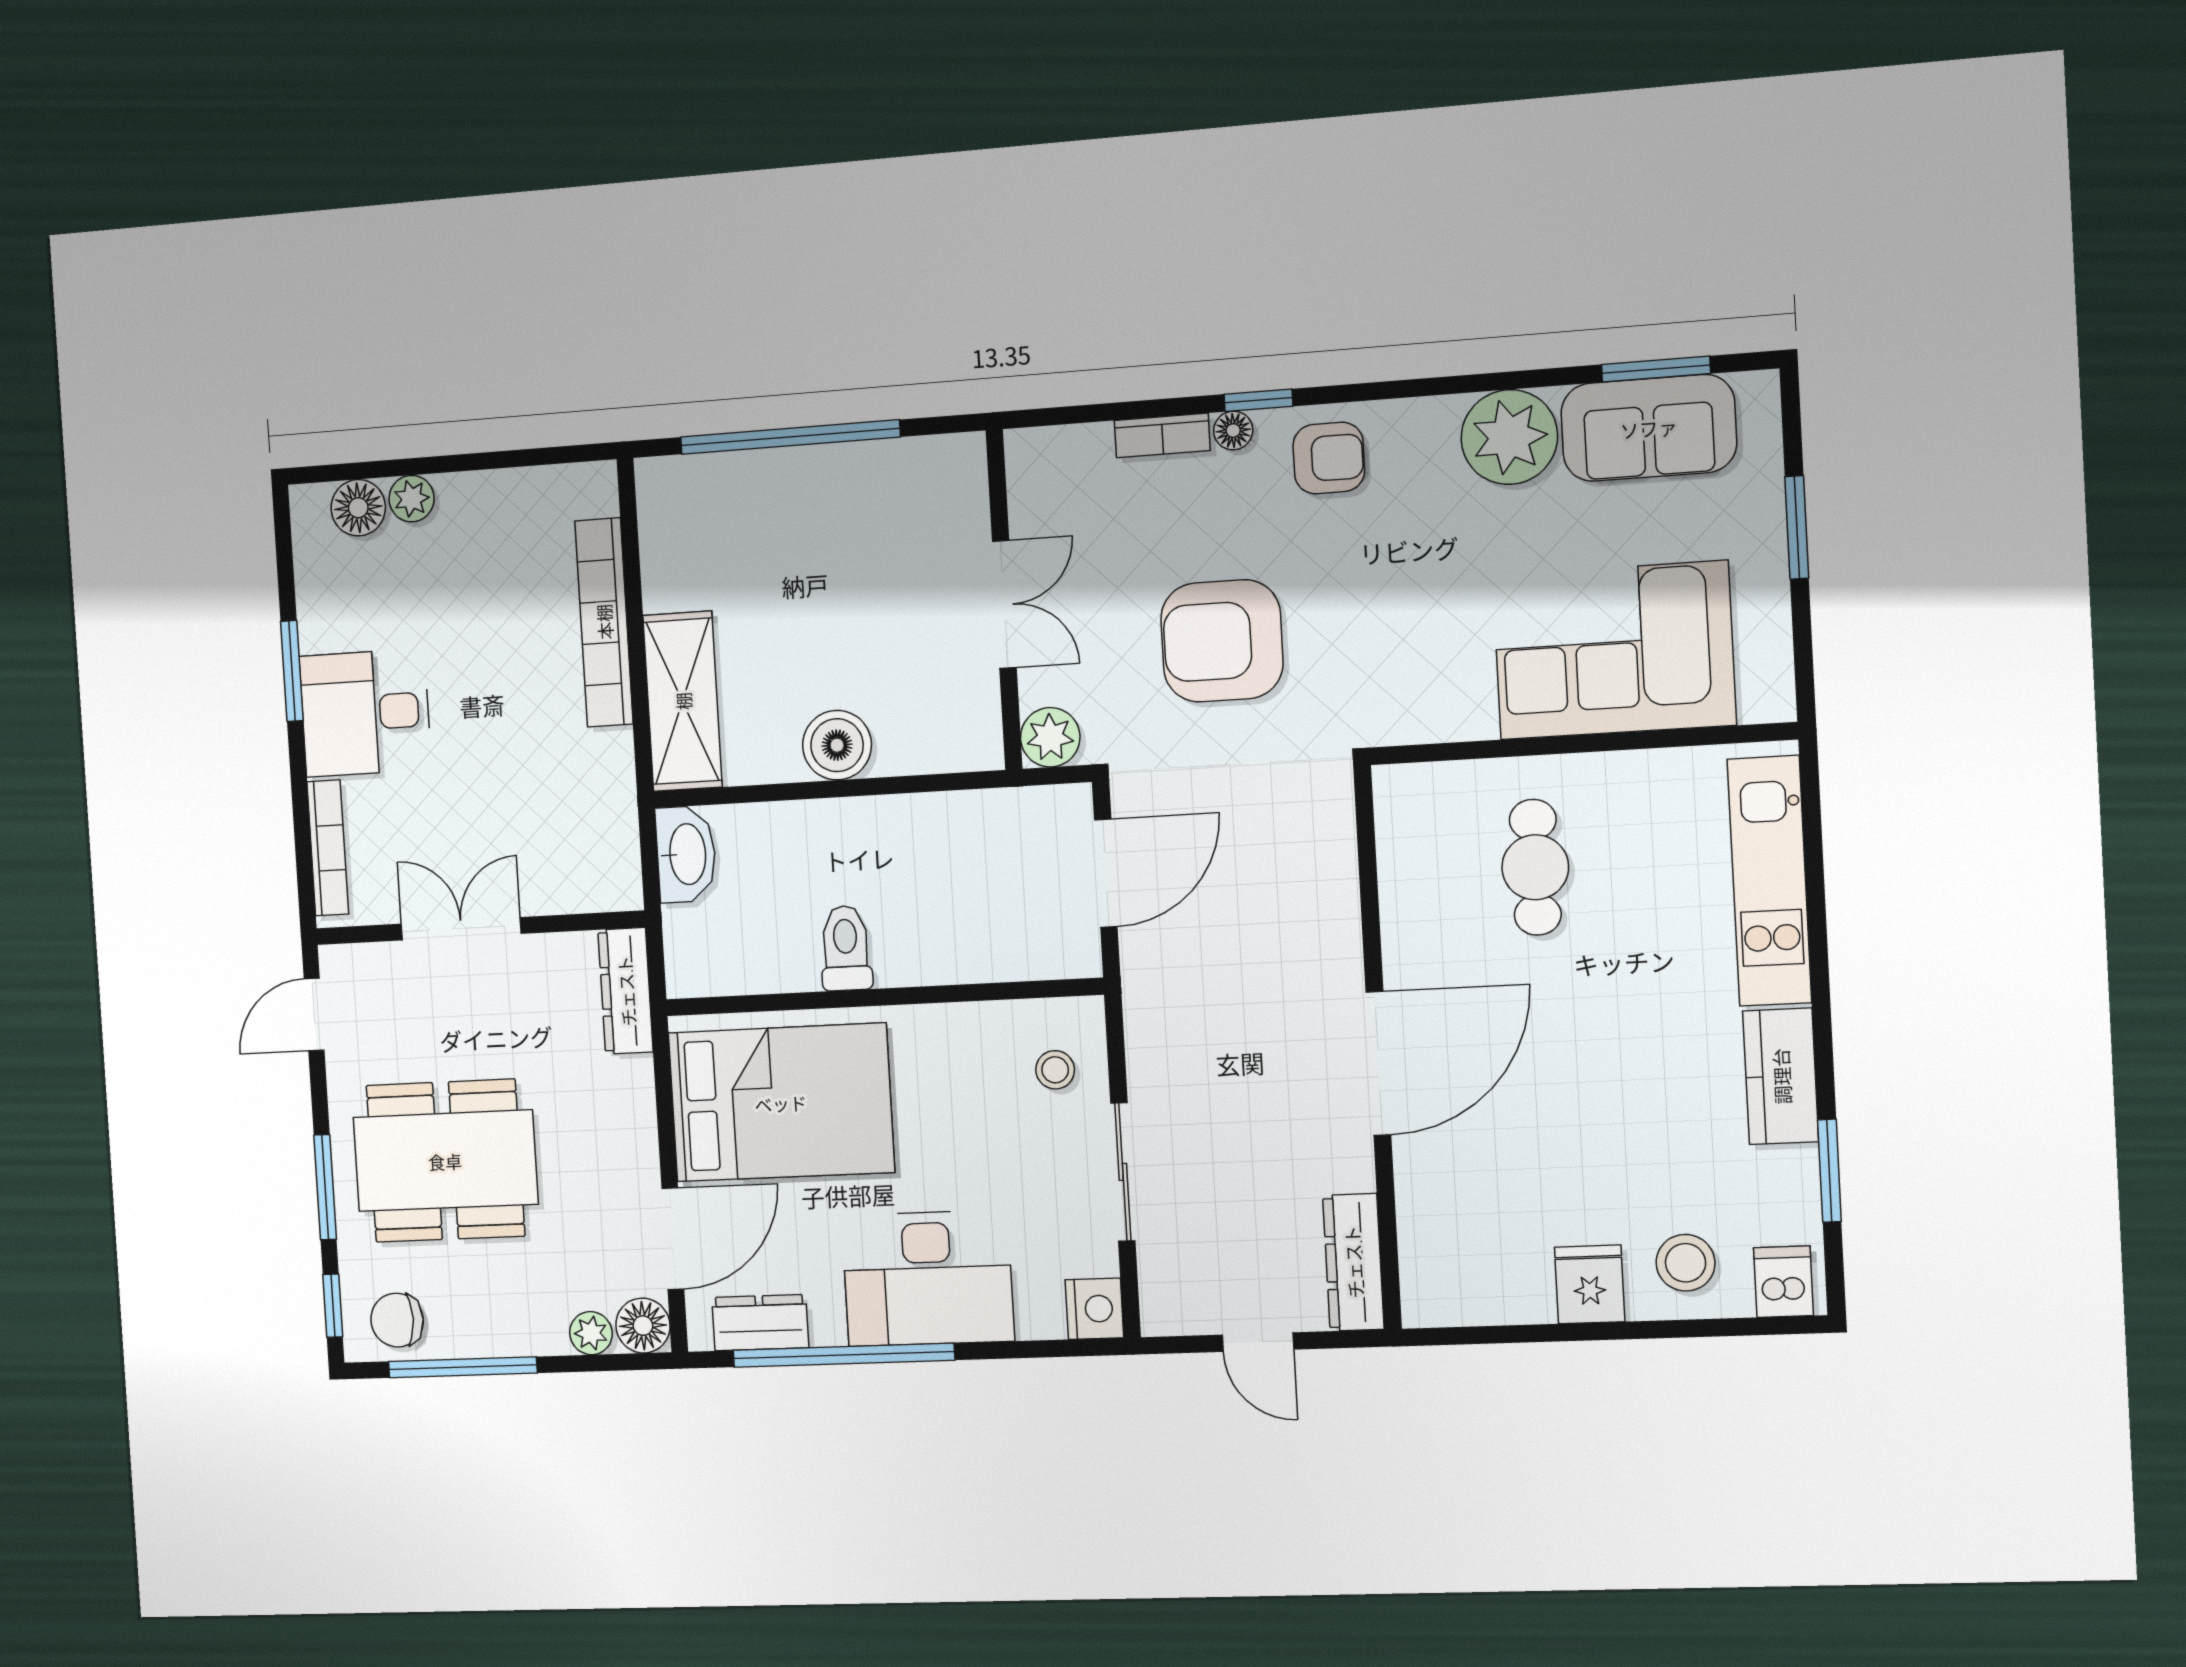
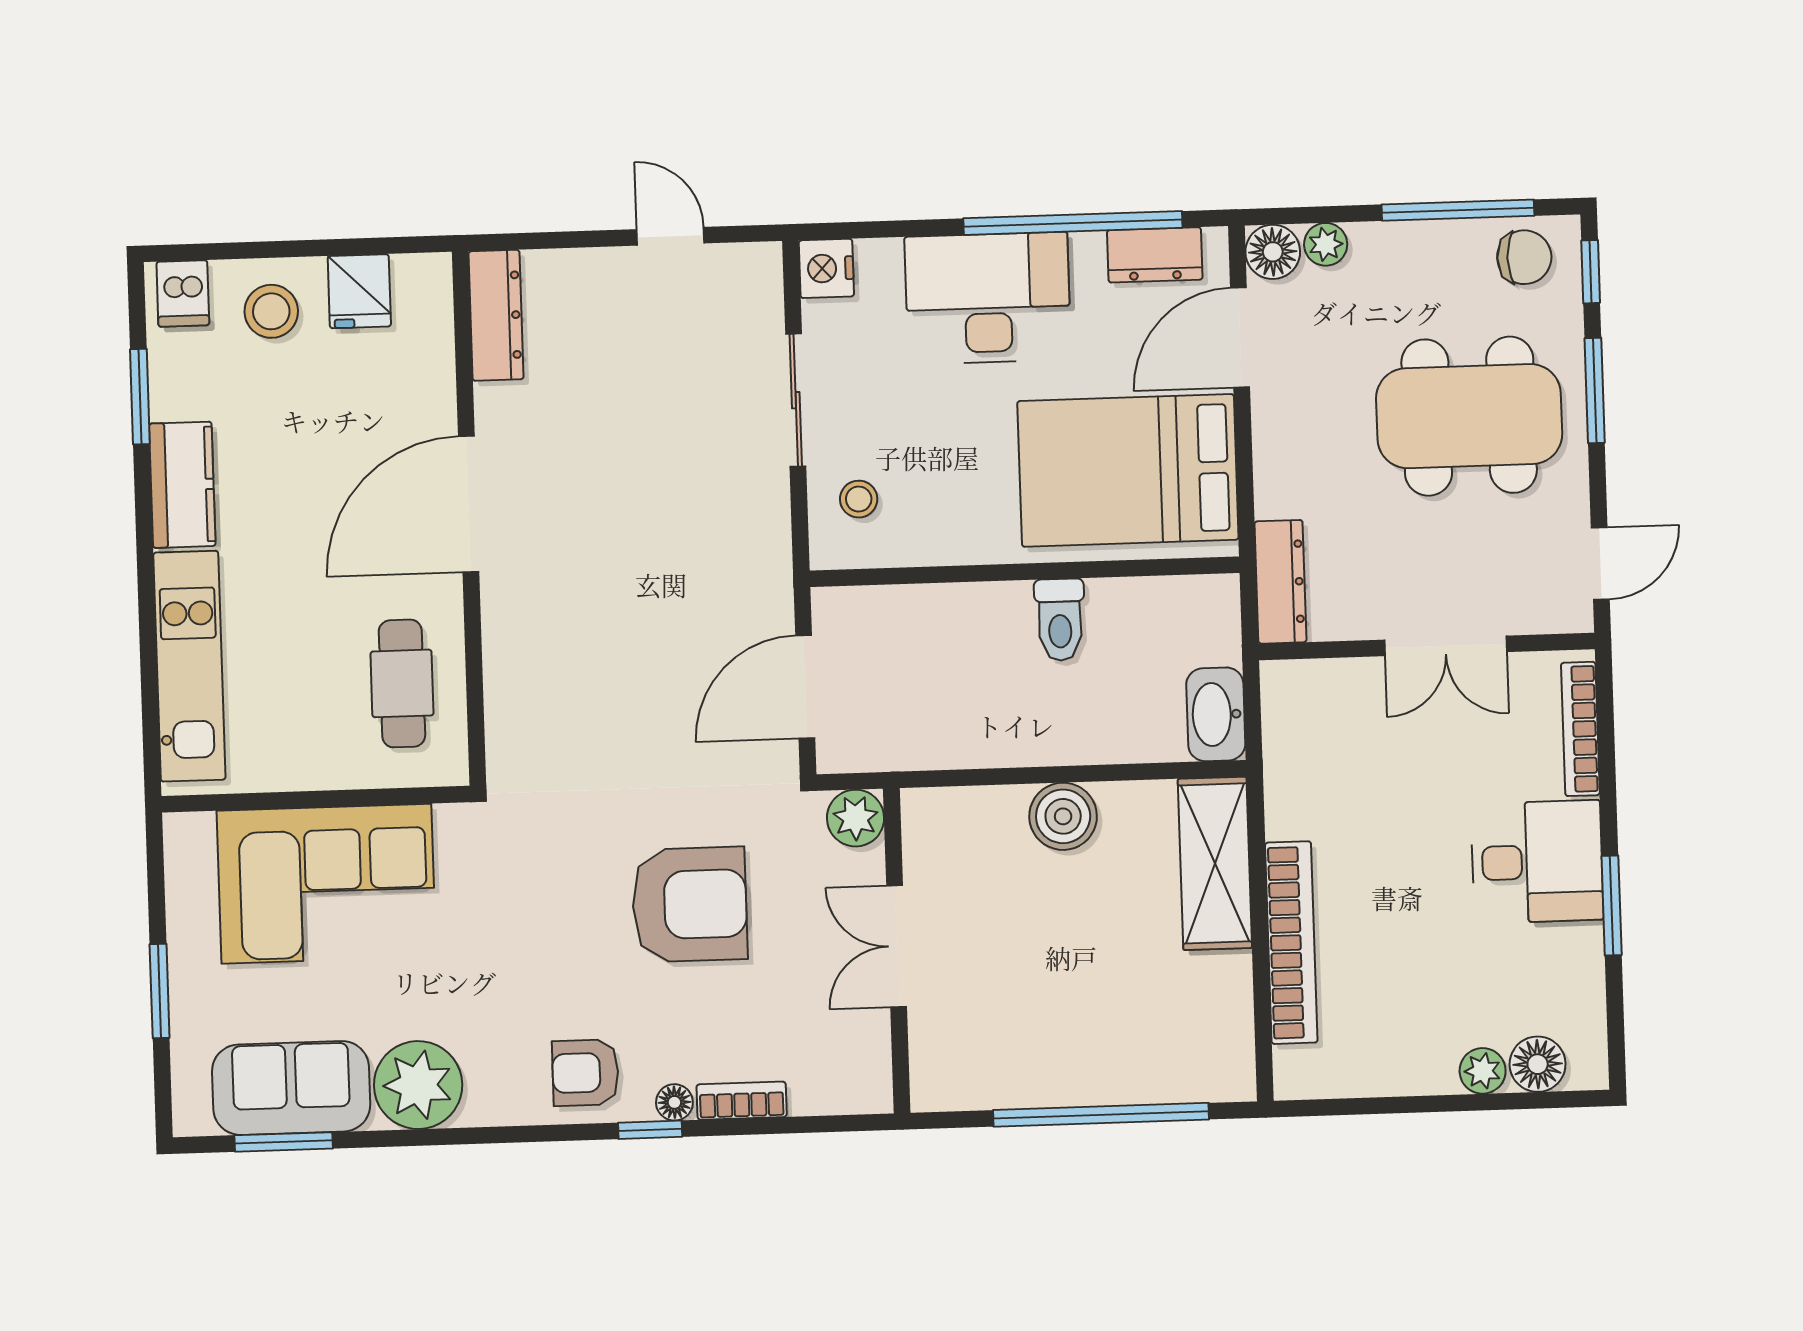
wall: (1378, 1048) -> (469, 519), moved
door: (1378, 1063) -> (469, 504), moved
dresser: (1353, 1262) -> (496, 315), moved

